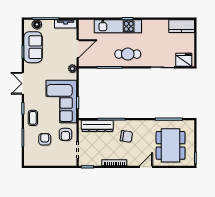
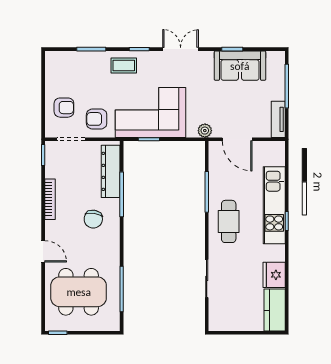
floor lamp: (37, 24) -> (277, 72), removed
fridge: (184, 60) -> (274, 275), moved, turned 180
armchair: (45, 139) -> (64, 108), moved

